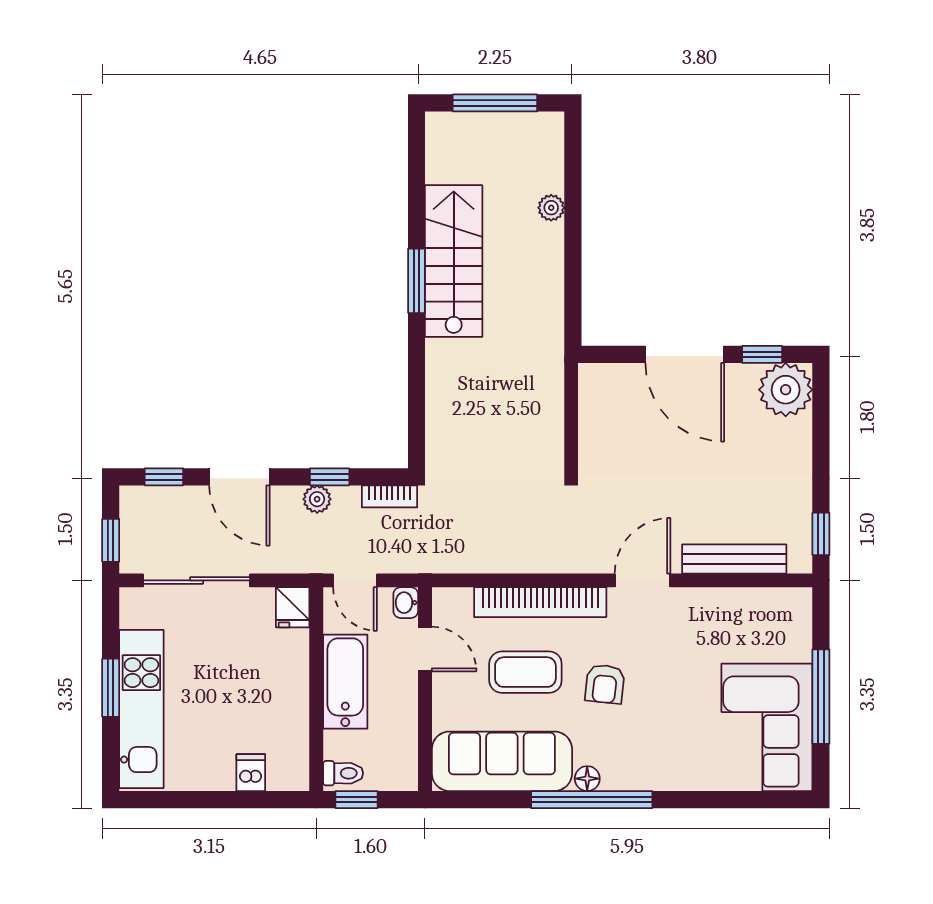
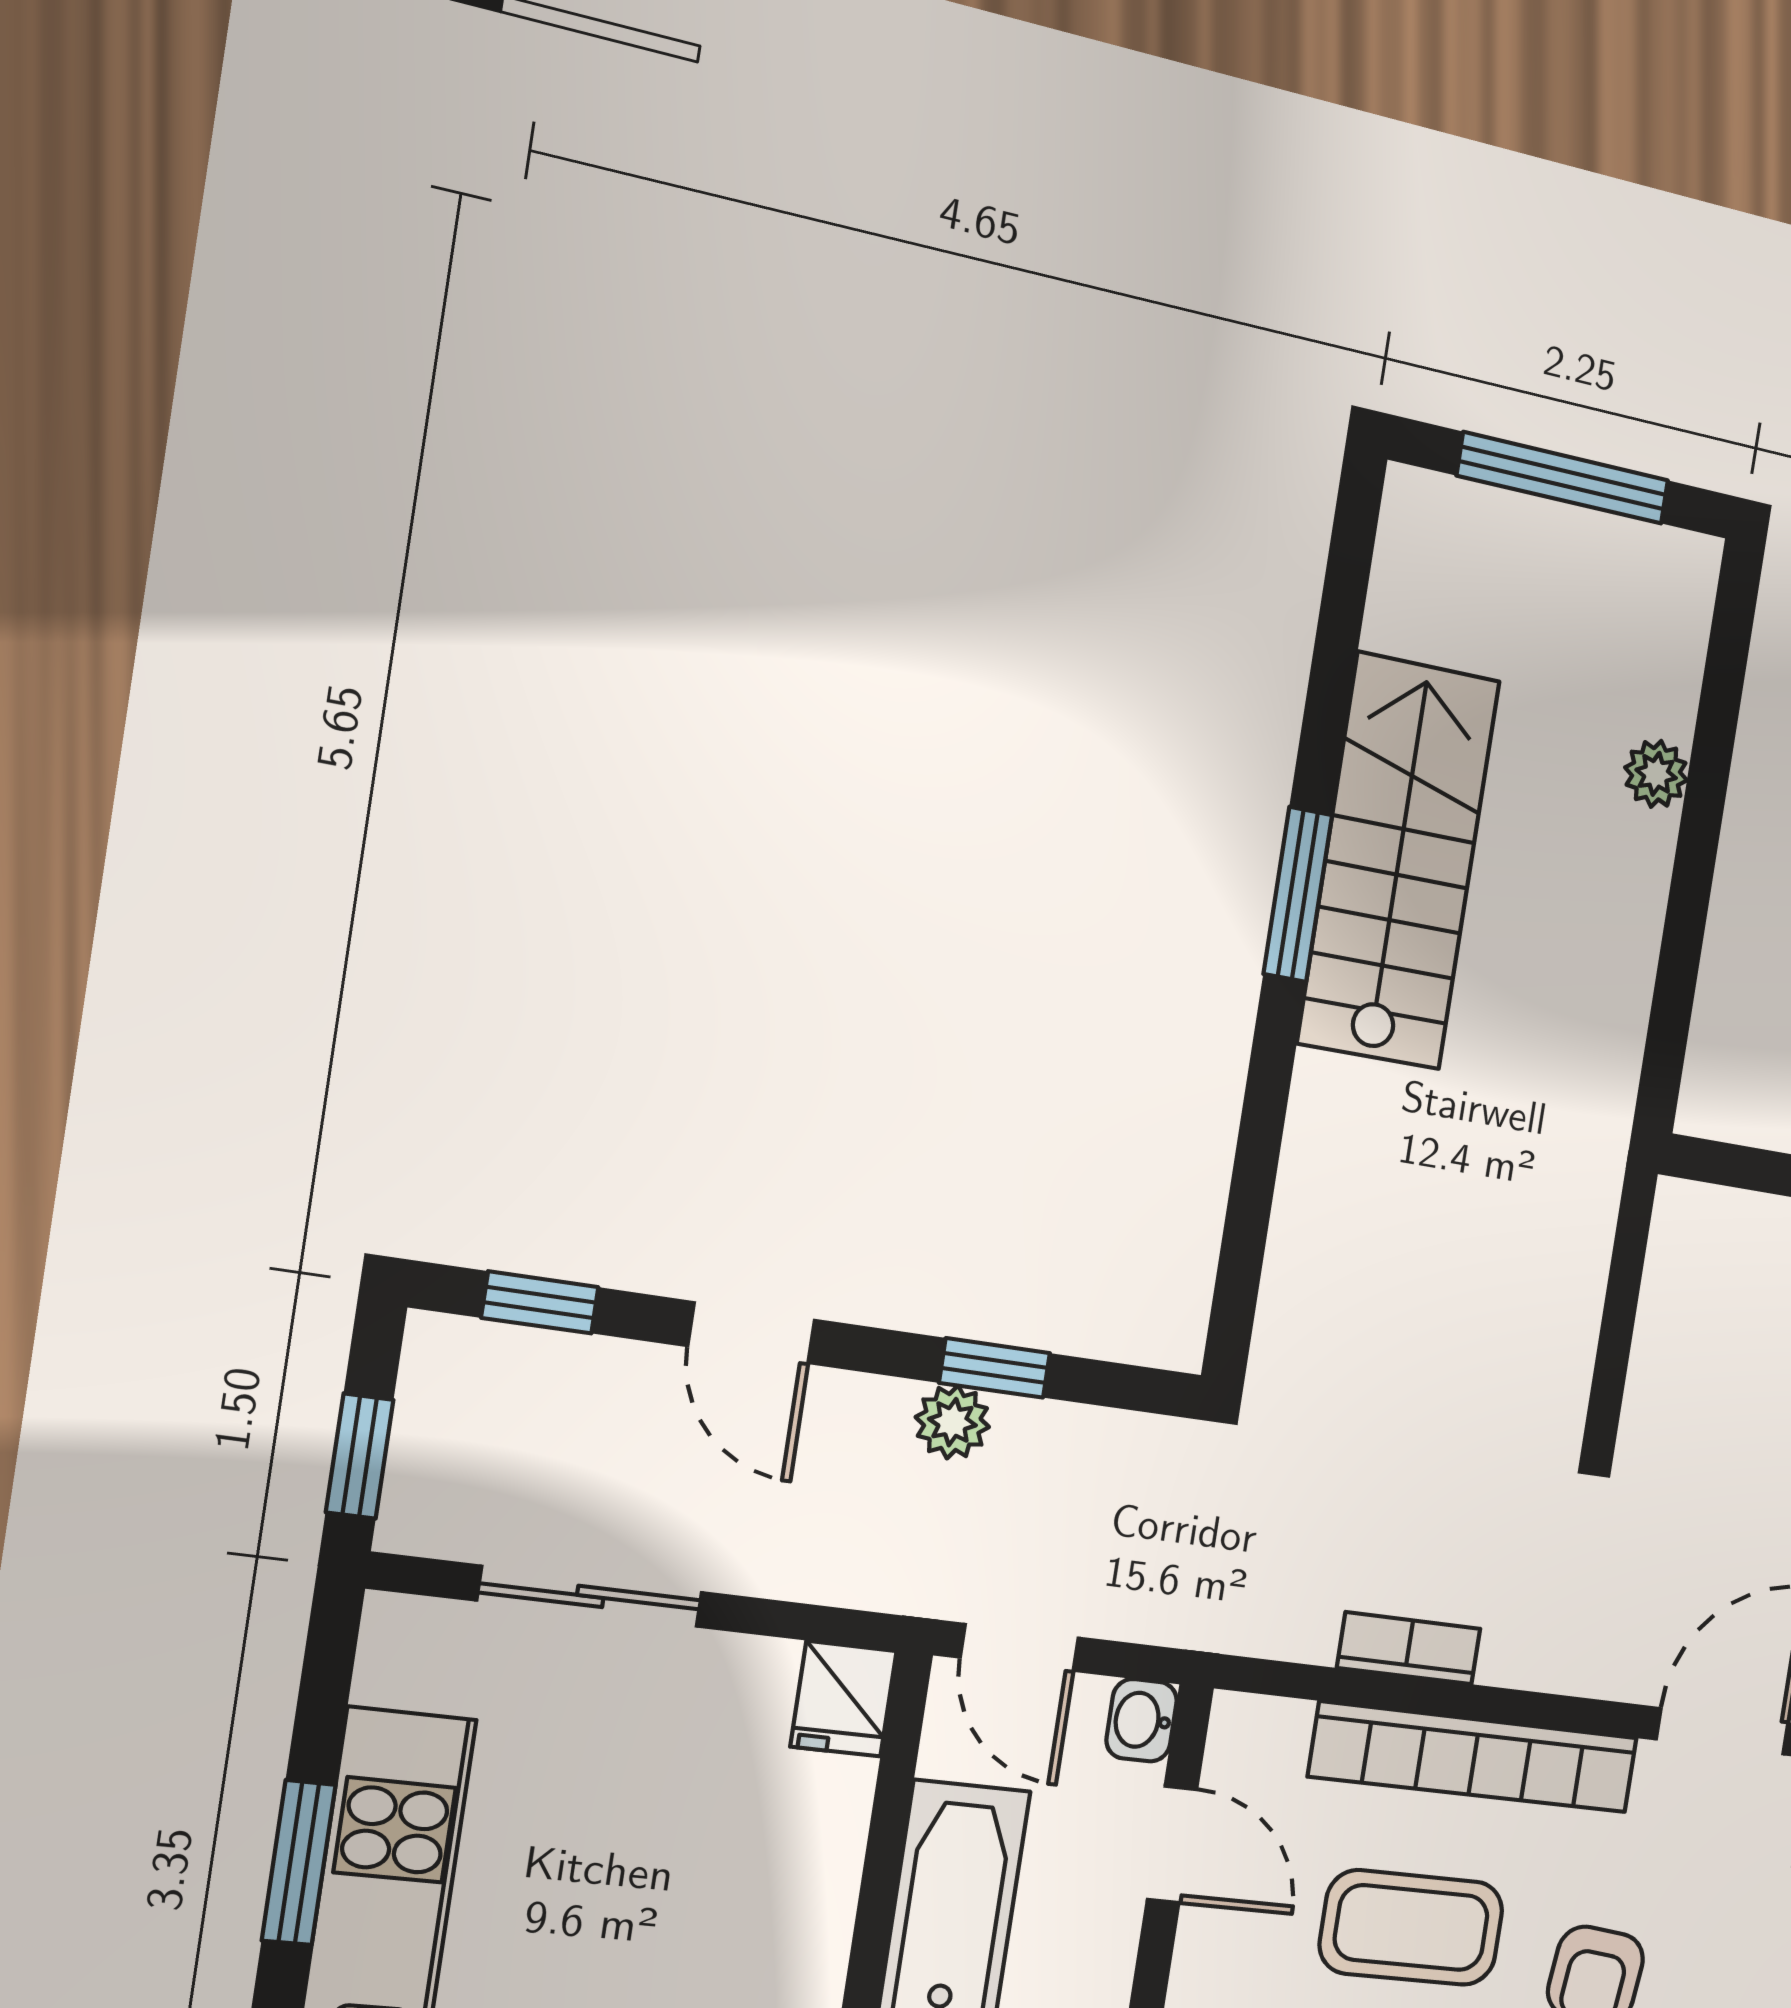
door: (239, 477) -> (752, 1333), width x0.73
bookcase: (389, 496) -> (1409, 1648), moved, turned 180
sliding door: (197, 580) -> (590, 1596), width x0.73

